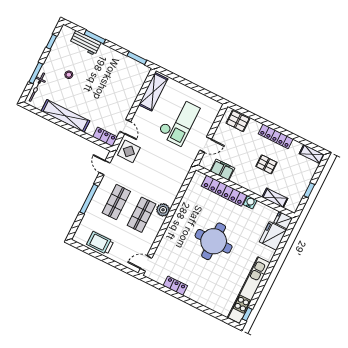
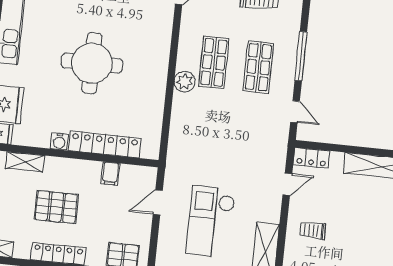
trolley: (120, 94) -> (313, 230), added
door: (125, 127) -> (287, 184), swing flipped
display table: (129, 151) -> (268, 149), removed
pallet: (266, 164) -> (56, 207), width x1.50, depth x1.42
filing cabinet: (222, 170) -> (110, 174), width x0.50

